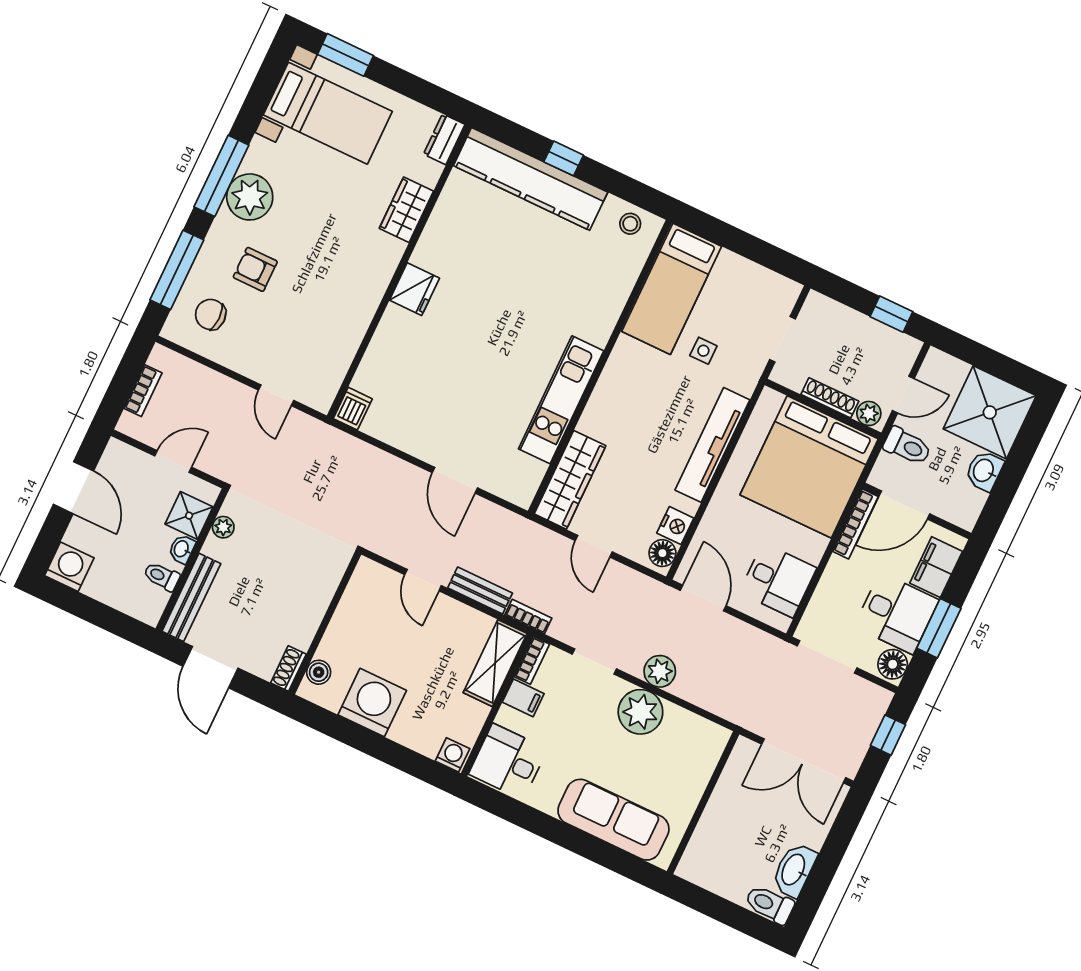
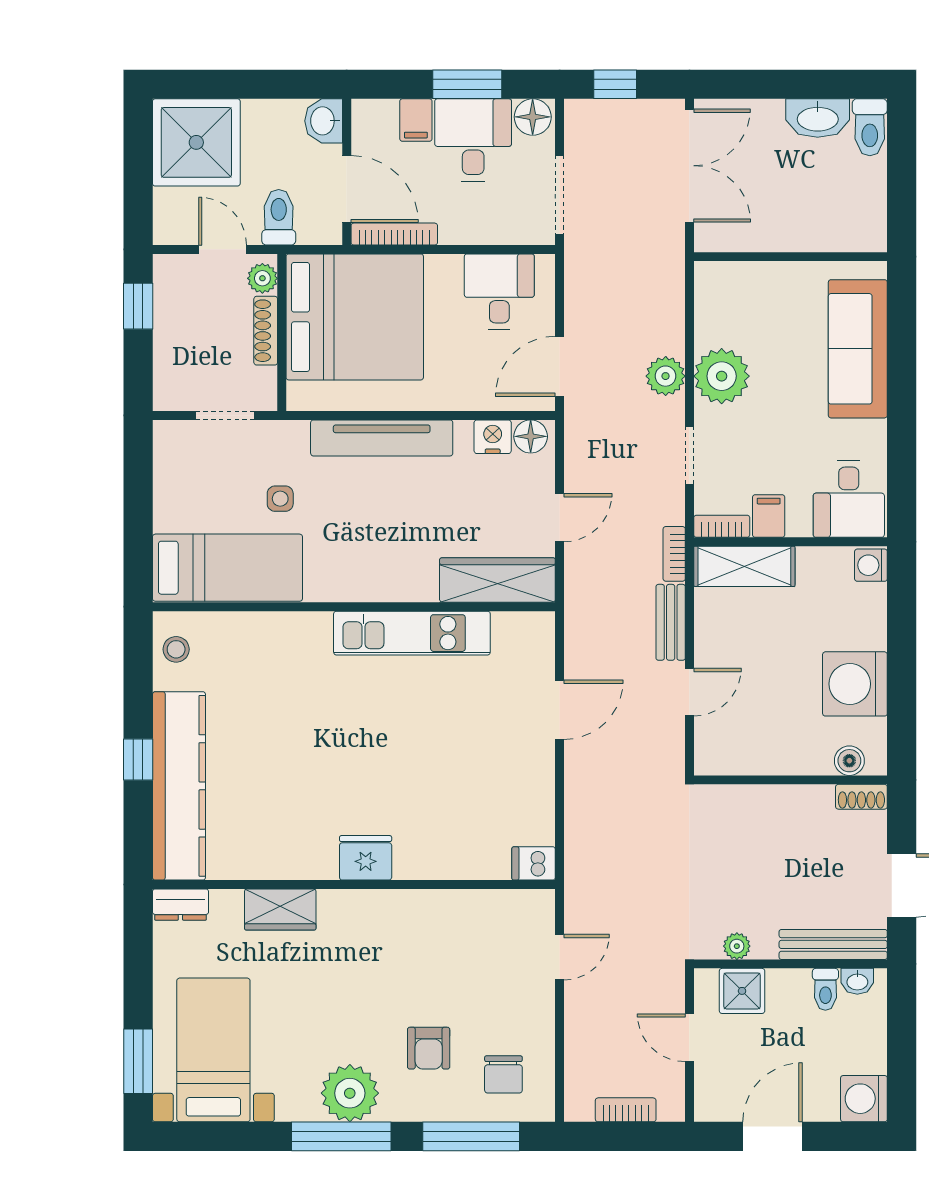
washbasin: (984, 471) -> (324, 121), moved, turned 90
washbasin: (182, 549) -> (857, 981), moved
filing cabinet: (936, 567) -> (416, 120), width x0.50

